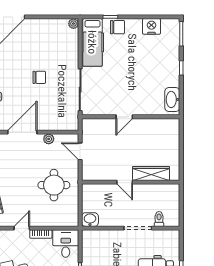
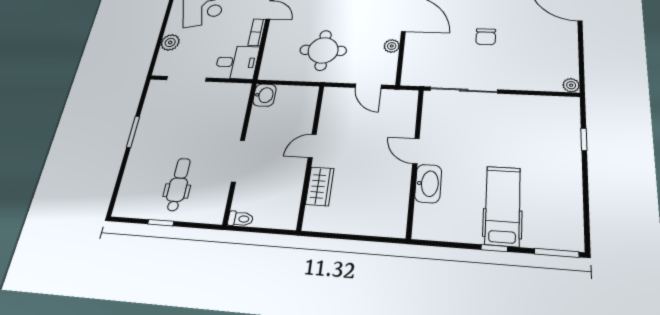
nightstand: (151, 26) -> (569, 203), removed
chair: (117, 27) -> (567, 149), removed
hospital bed: (92, 42) -> (503, 206), moved, turned 90
washbasin: (172, 99) -> (428, 184), moved, turned 90
door: (80, 151) -> (368, 86), swing flipped
wardrobe: (151, 173) -> (320, 186), width x0.67
toilet: (159, 219) -> (240, 219), moved

